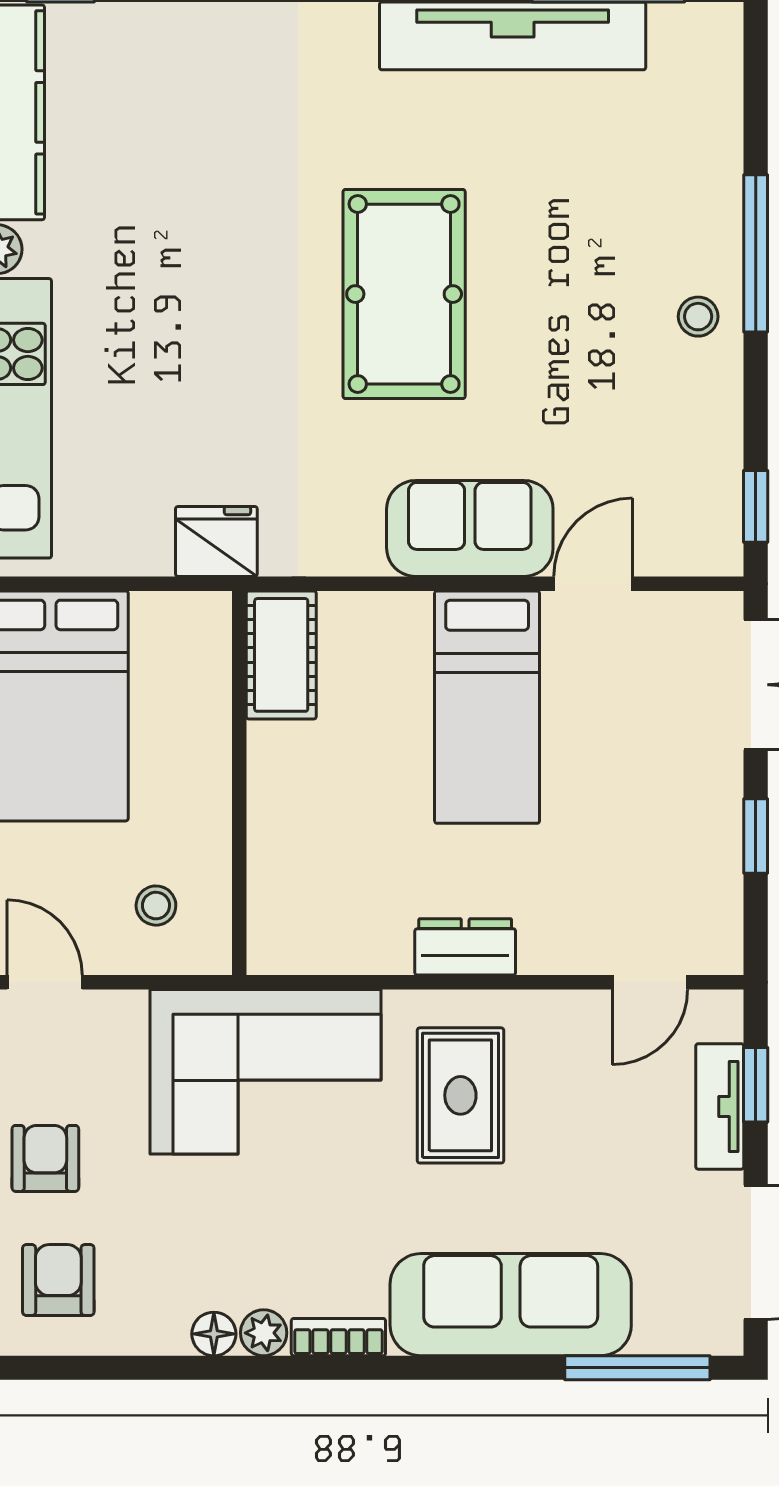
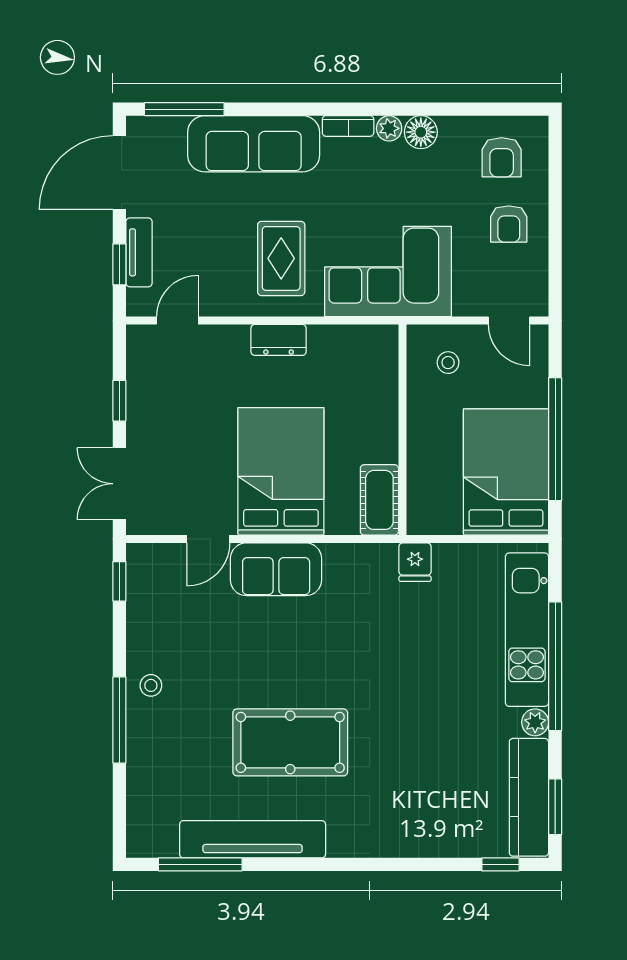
pool table: (404, 294) -> (290, 742), moved, turned 90
fridge: (216, 541) -> (415, 562), width x0.72
bed: (487, 707) -> (281, 471), width x1.50
floor lamp: (214, 1334) -> (421, 132), width x1.37, depth x1.37

